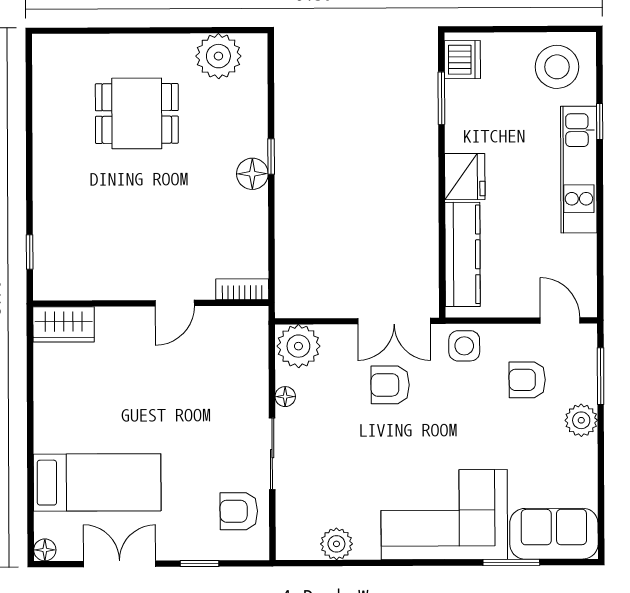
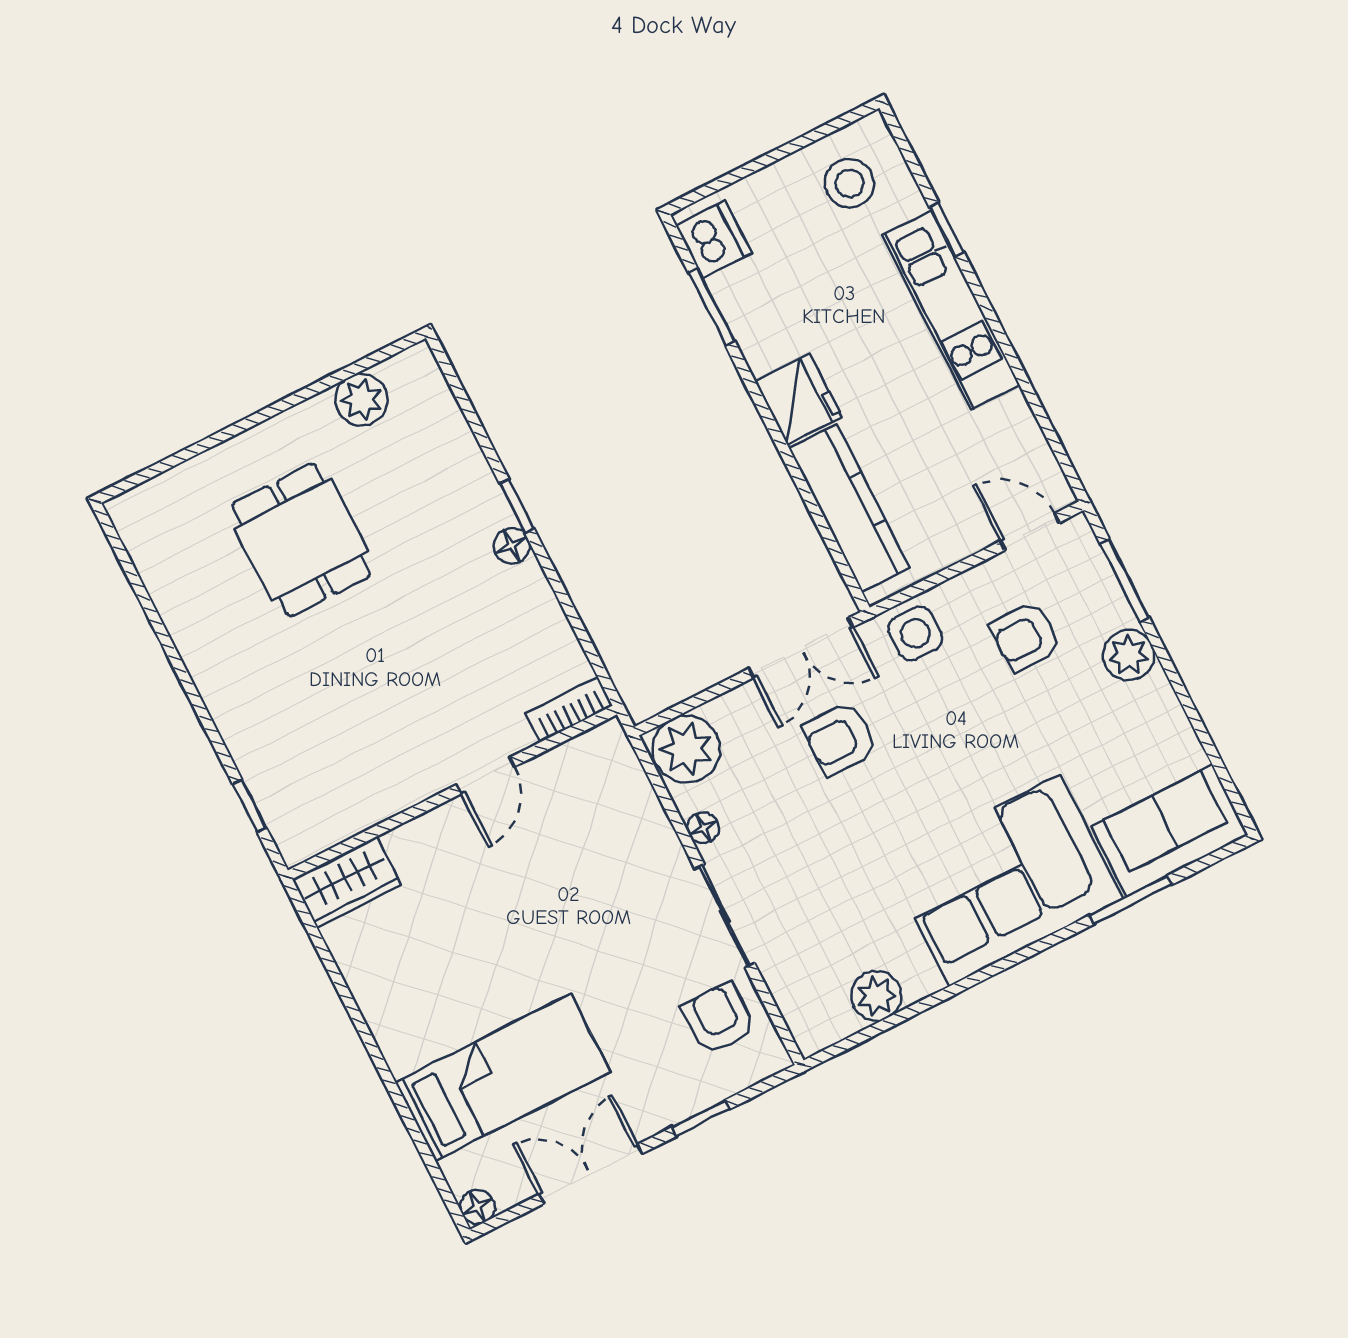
plant: (218, 56) -> (362, 400), width x0.73, depth x0.73
stool: (557, 67) -> (850, 183), width x0.73, depth x0.73
dining table: (137, 113) -> (301, 540), turned 90
floor lamp: (252, 174) -> (512, 546), width x0.73, depth x0.73
armchair: (239, 511) -> (719, 1019), turned 90

